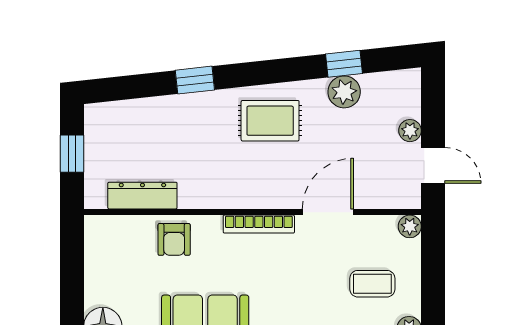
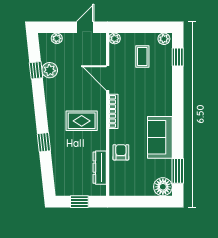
rug: (270, 121) -> (82, 121), moved, turned 90
plant: (410, 131) -> (57, 38), moved
armchair: (174, 239) -> (121, 152), turned -90

